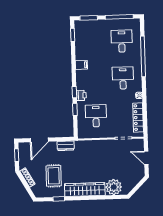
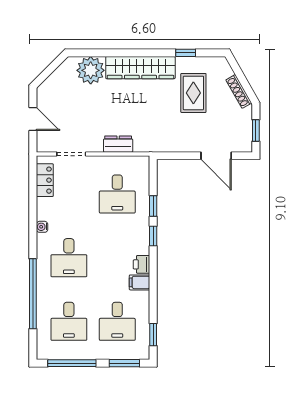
desk: (94, 42) -> (117, 321), added
printer: (81, 95) -> (141, 264), moved
locker: (138, 118) -> (45, 180), width x0.66
door: (39, 140) -> (216, 156), swing flipped
dresser: (66, 146) -> (118, 144), moved

